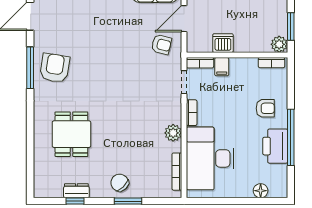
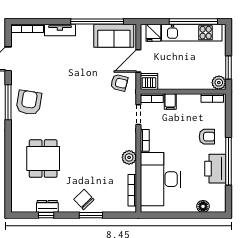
dishwasher: (223, 43) -> (149, 82), moved

